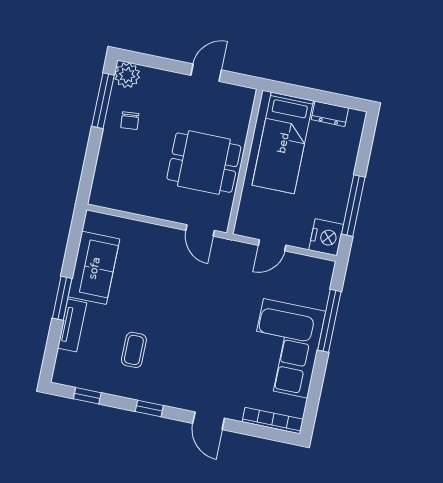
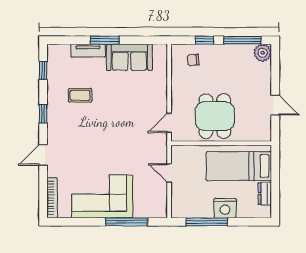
chair: (130, 121) -> (193, 60), moved
window: (92, 155) -> (204, 40), added
nightstand: (326, 237) -> (225, 208), moved

